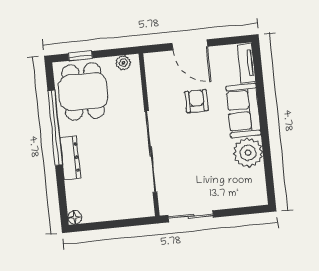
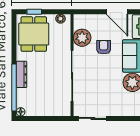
door: (190, 45) -> (117, 12), moved
plant: (161, 90) -> (82, 38), added
window: (55, 128) -> (14, 88), moved

